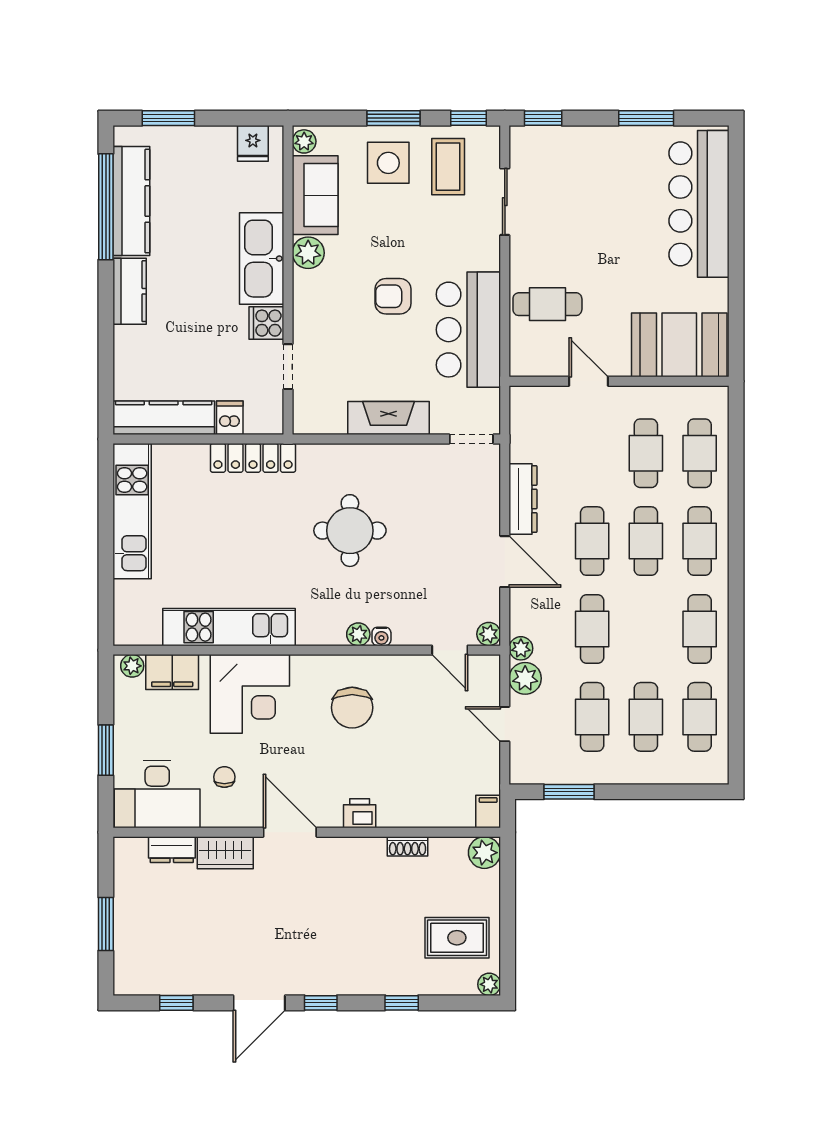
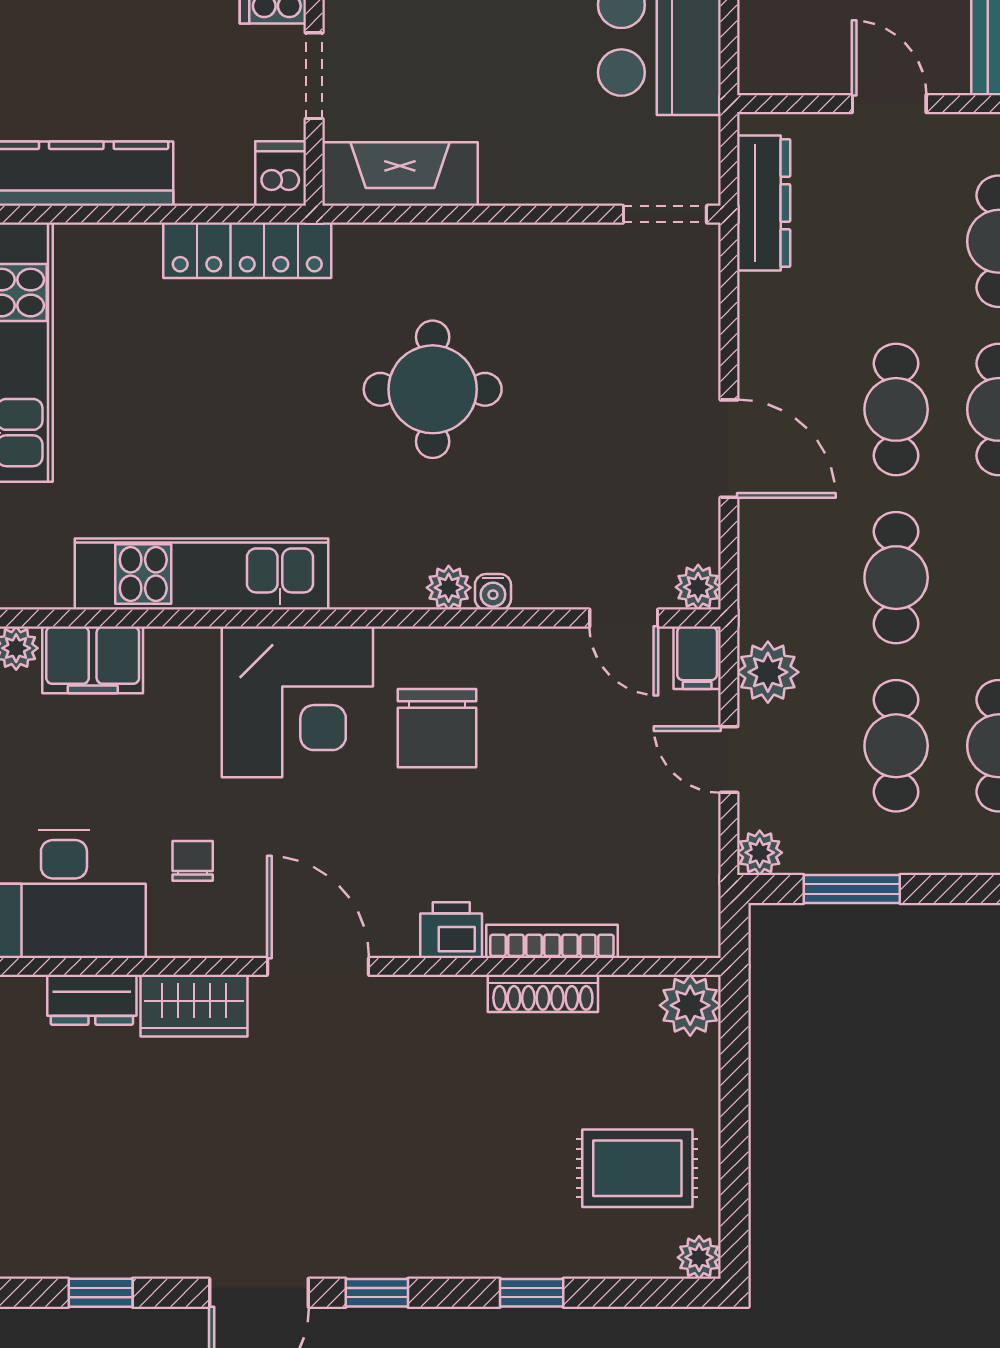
dishwasher: (230, 418) -> (281, 173), moved
fireplace: (389, 418) -> (400, 174), moved
dresser: (523, 499) -> (764, 203), moved
plant: (521, 648) -> (760, 853), moved
corner desk: (250, 694) -> (297, 702), moved
filing cabinet: (488, 811) -> (697, 658), moved, turned 180
bookcase: (412, 819) -> (552, 941), added
shoe rack: (408, 846) -> (543, 993), width x1.43

